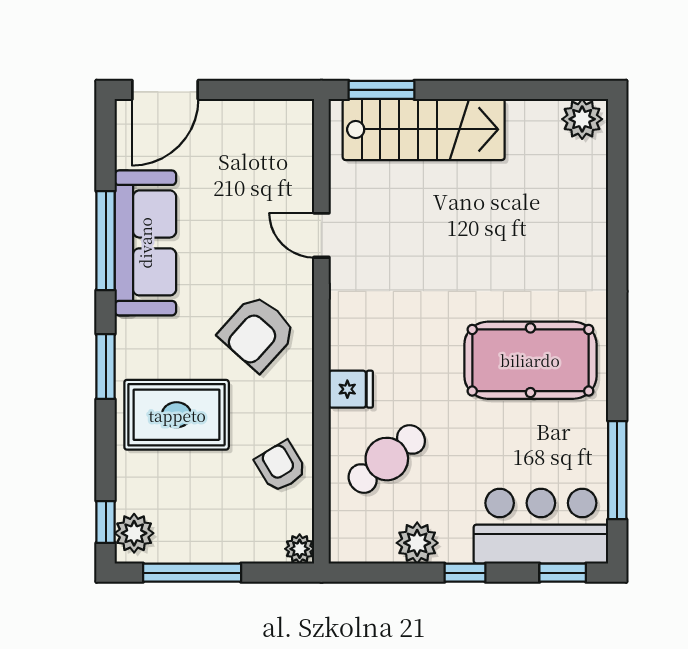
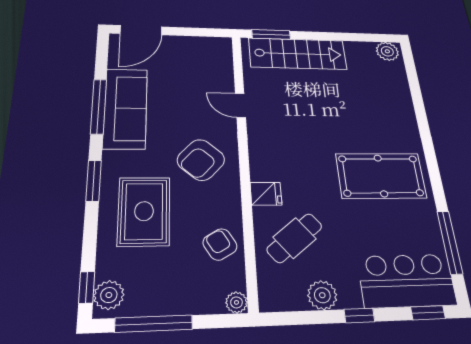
rug: (177, 415) -> (144, 211), turned 90

